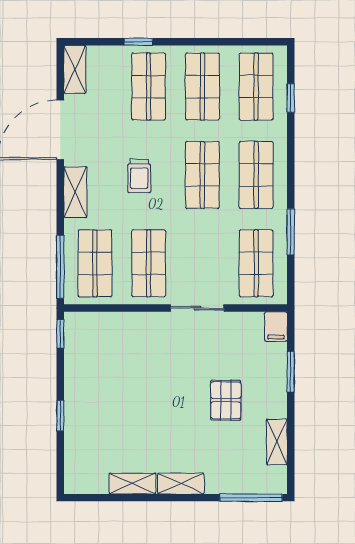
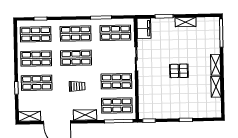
filing cabinet: (276, 327) -> (144, 28), width x2.00
pallet: (226, 400) -> (179, 71), moved
shelving: (277, 442) -> (186, 22), moved

